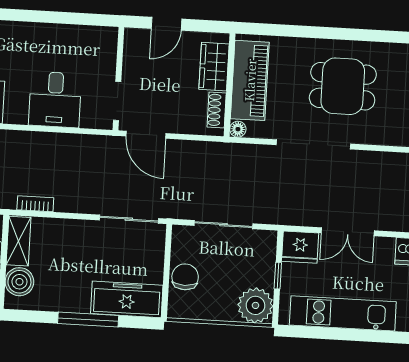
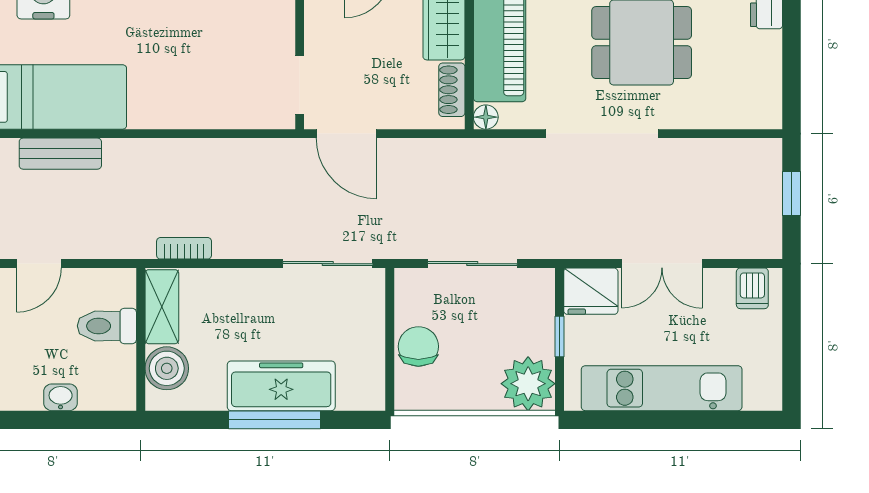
desk: (55, 100) -> (205, 88), removed
freezer: (127, 299) -> (281, 386), moved

